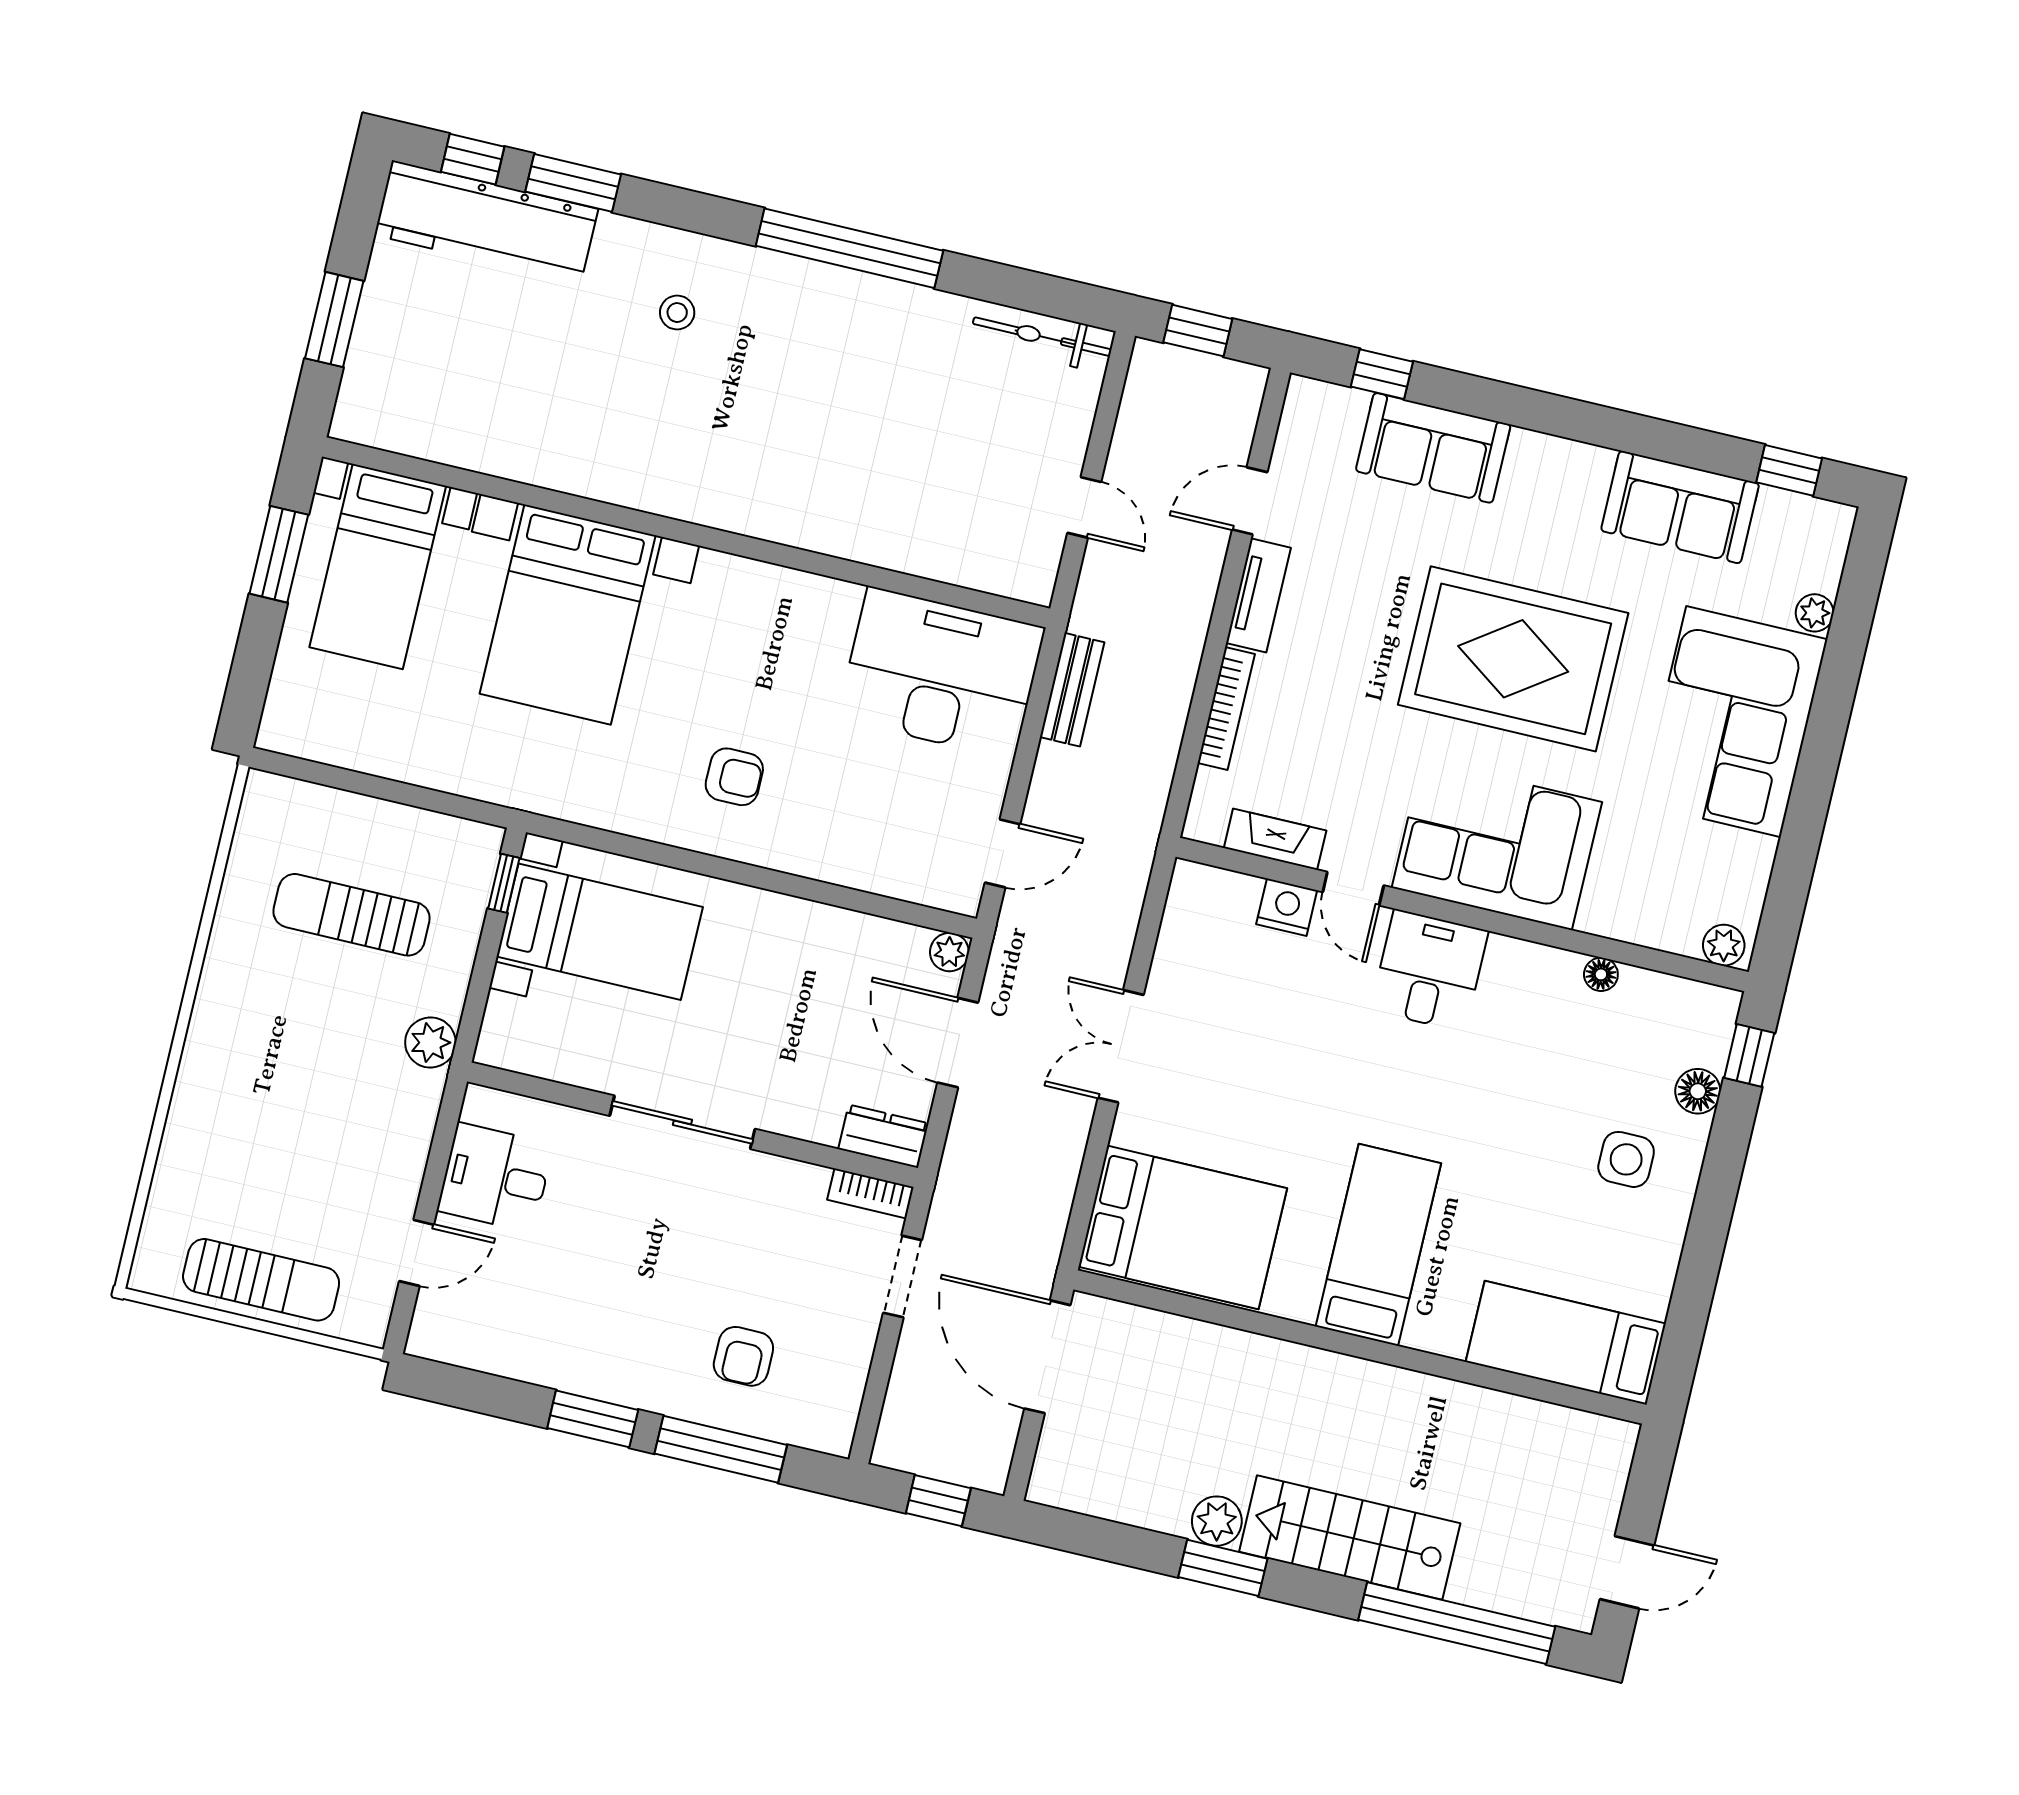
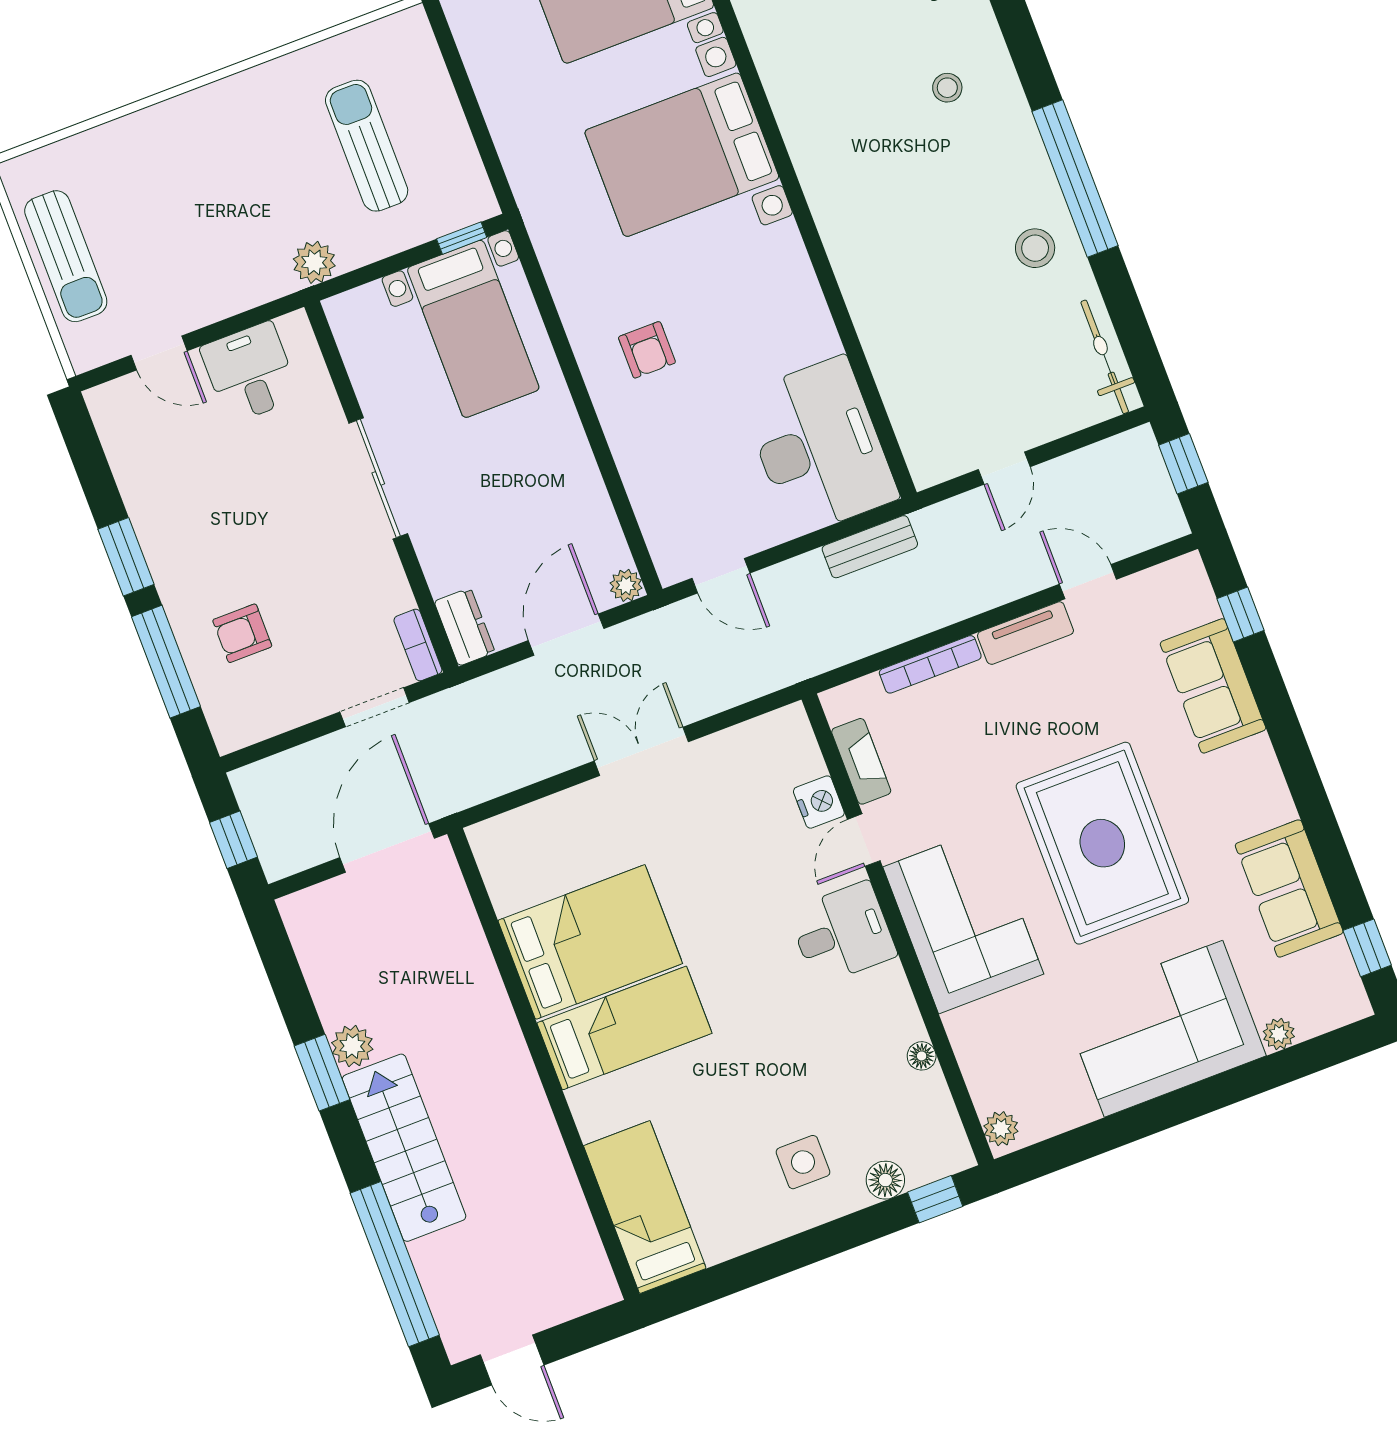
stool: (891, 333) -> (1035, 248), added
bed: (1183, 1227) -> (590, 942), moved, turned -90

